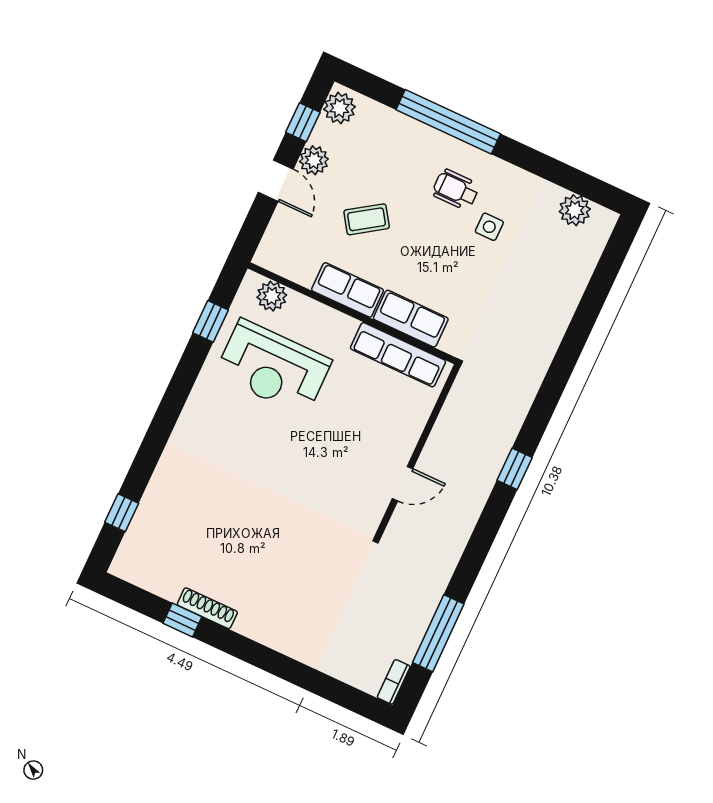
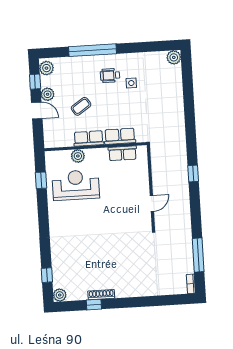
plant: (575, 210) -> (174, 57), moved
plant: (272, 296) -> (78, 156), moved
row of seats: (398, 355) -> (122, 153), width x0.68
reception desk: (273, 367) -> (76, 185), turned 180
plant: (126, 565) -> (60, 295), added

